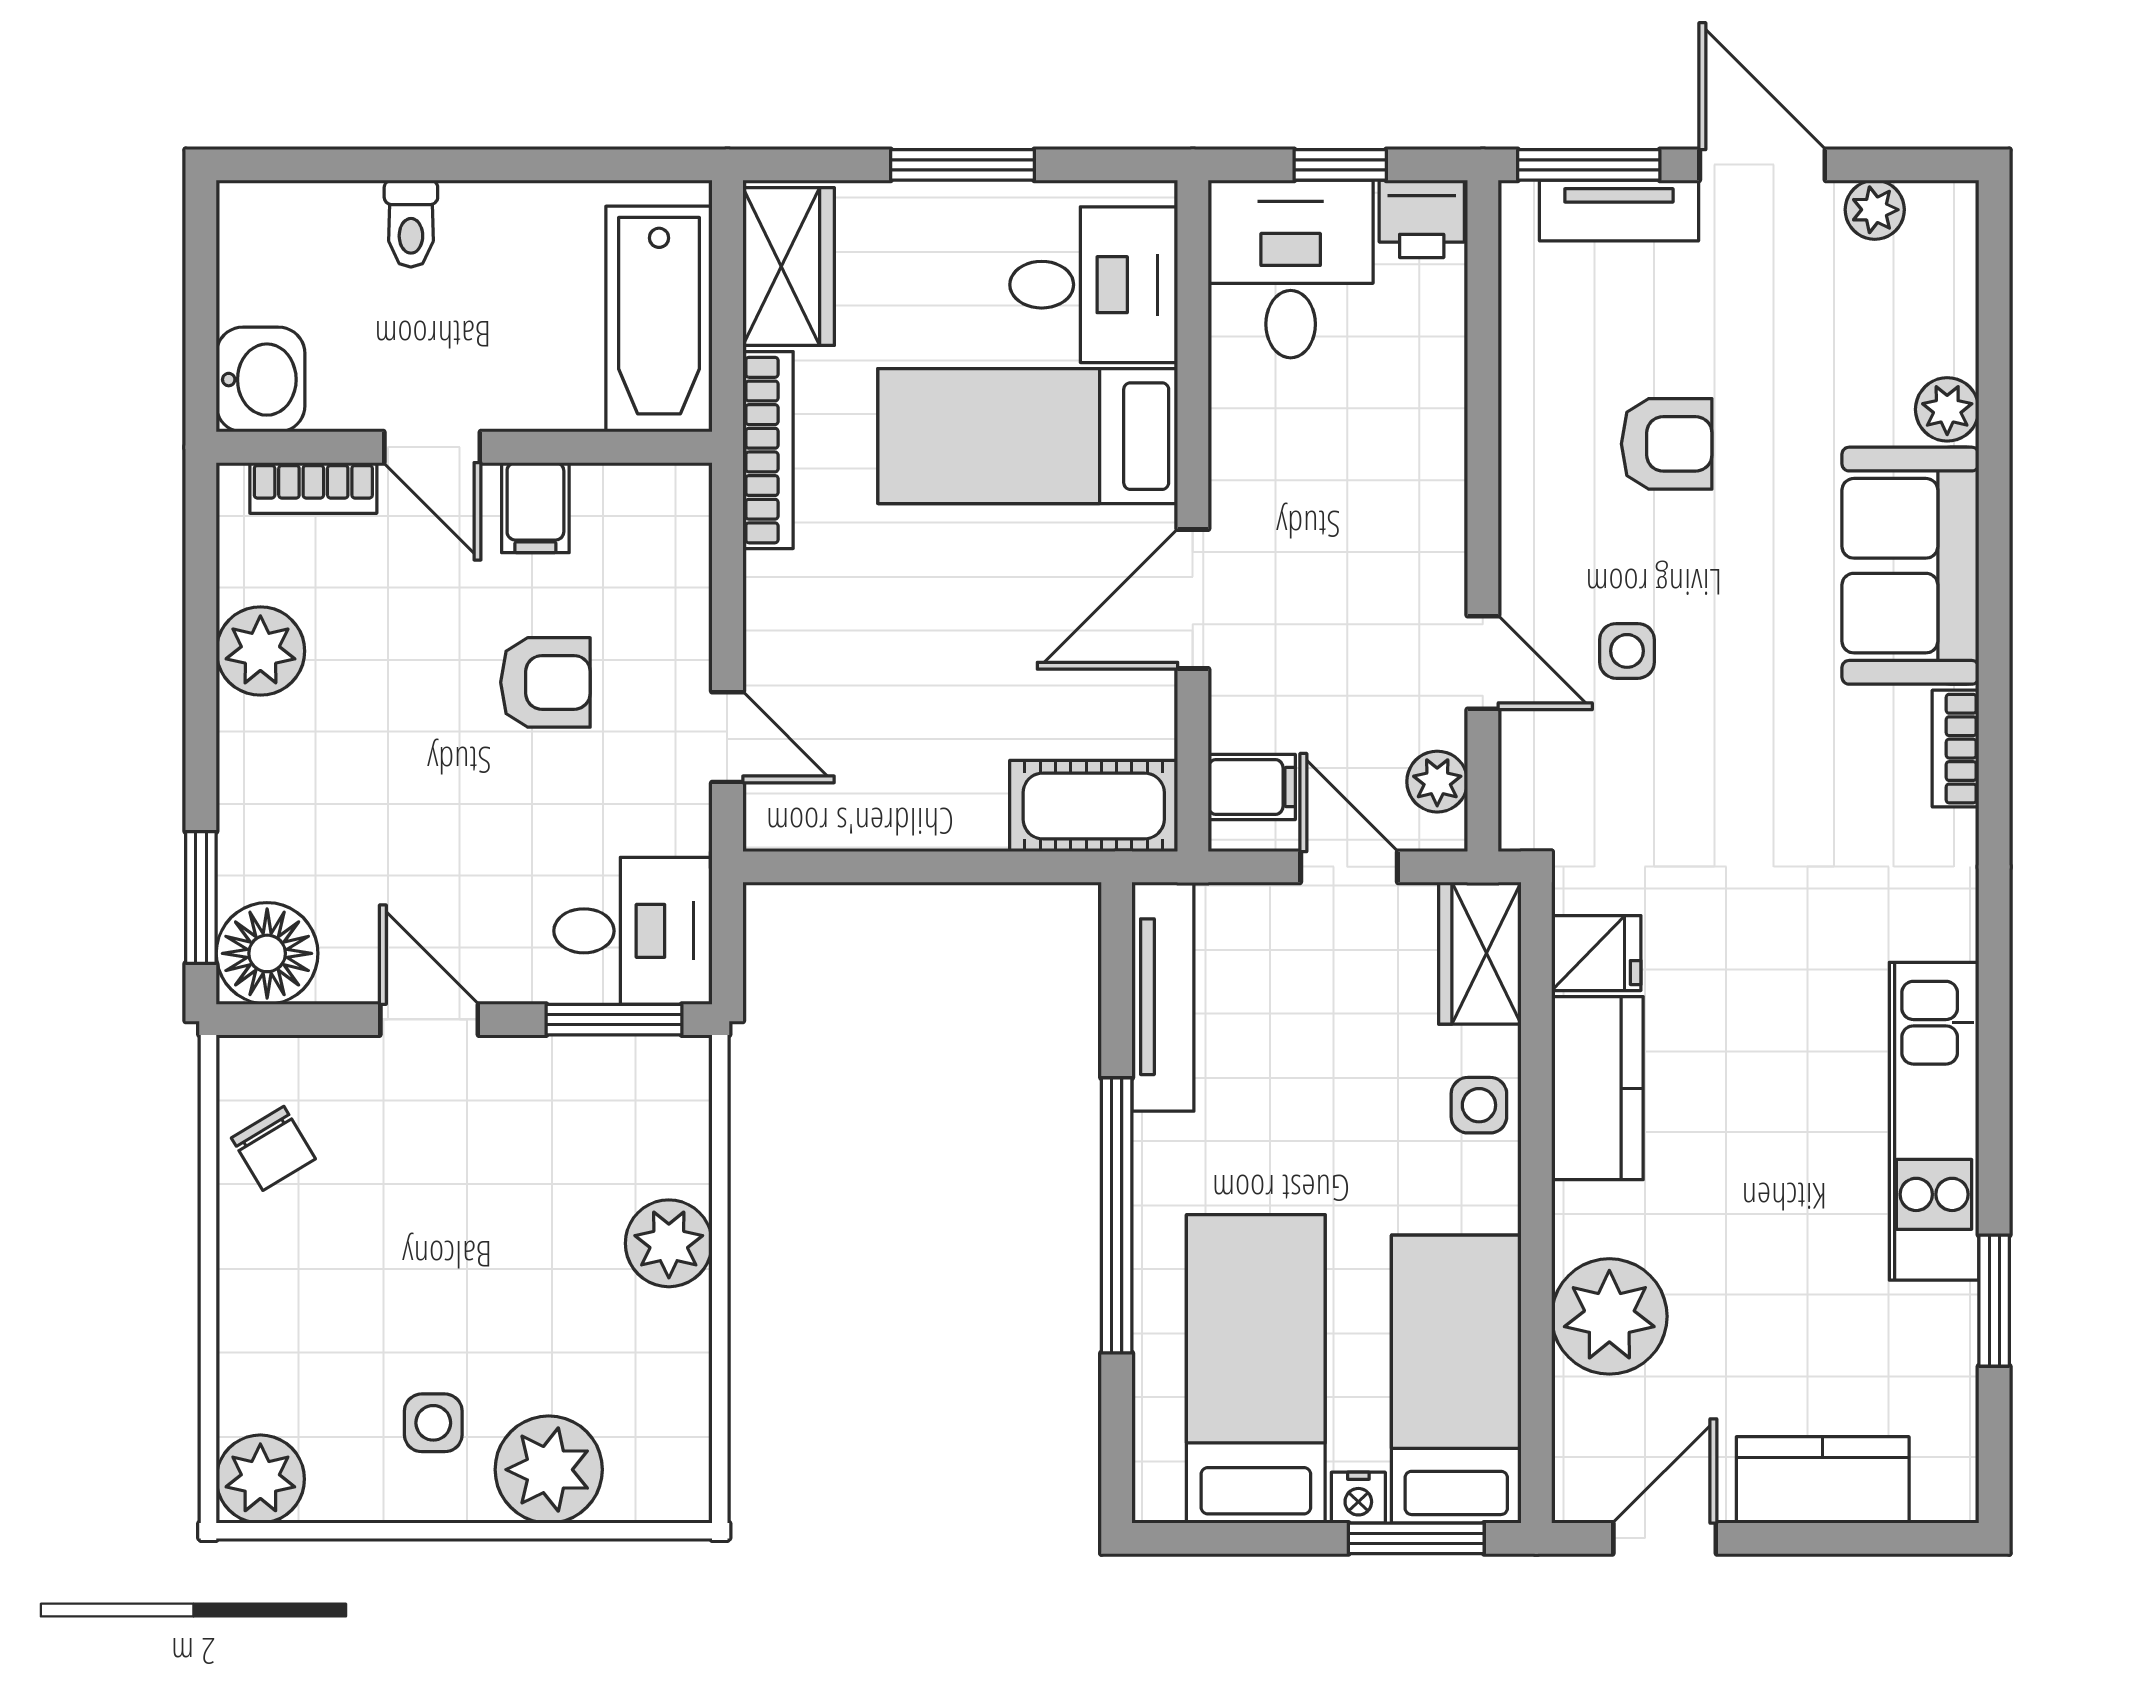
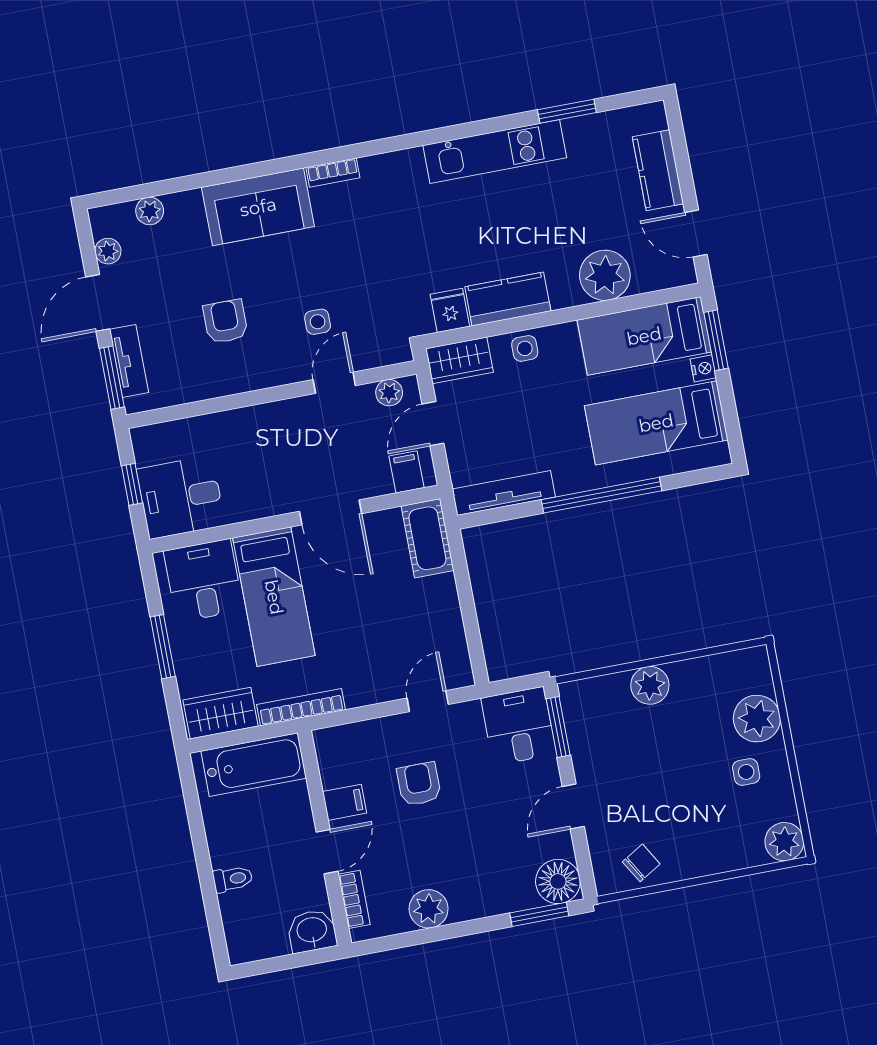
printer: (1422, 219) -> (149, 445), removed
plant: (1947, 409) -> (150, 211), moved

